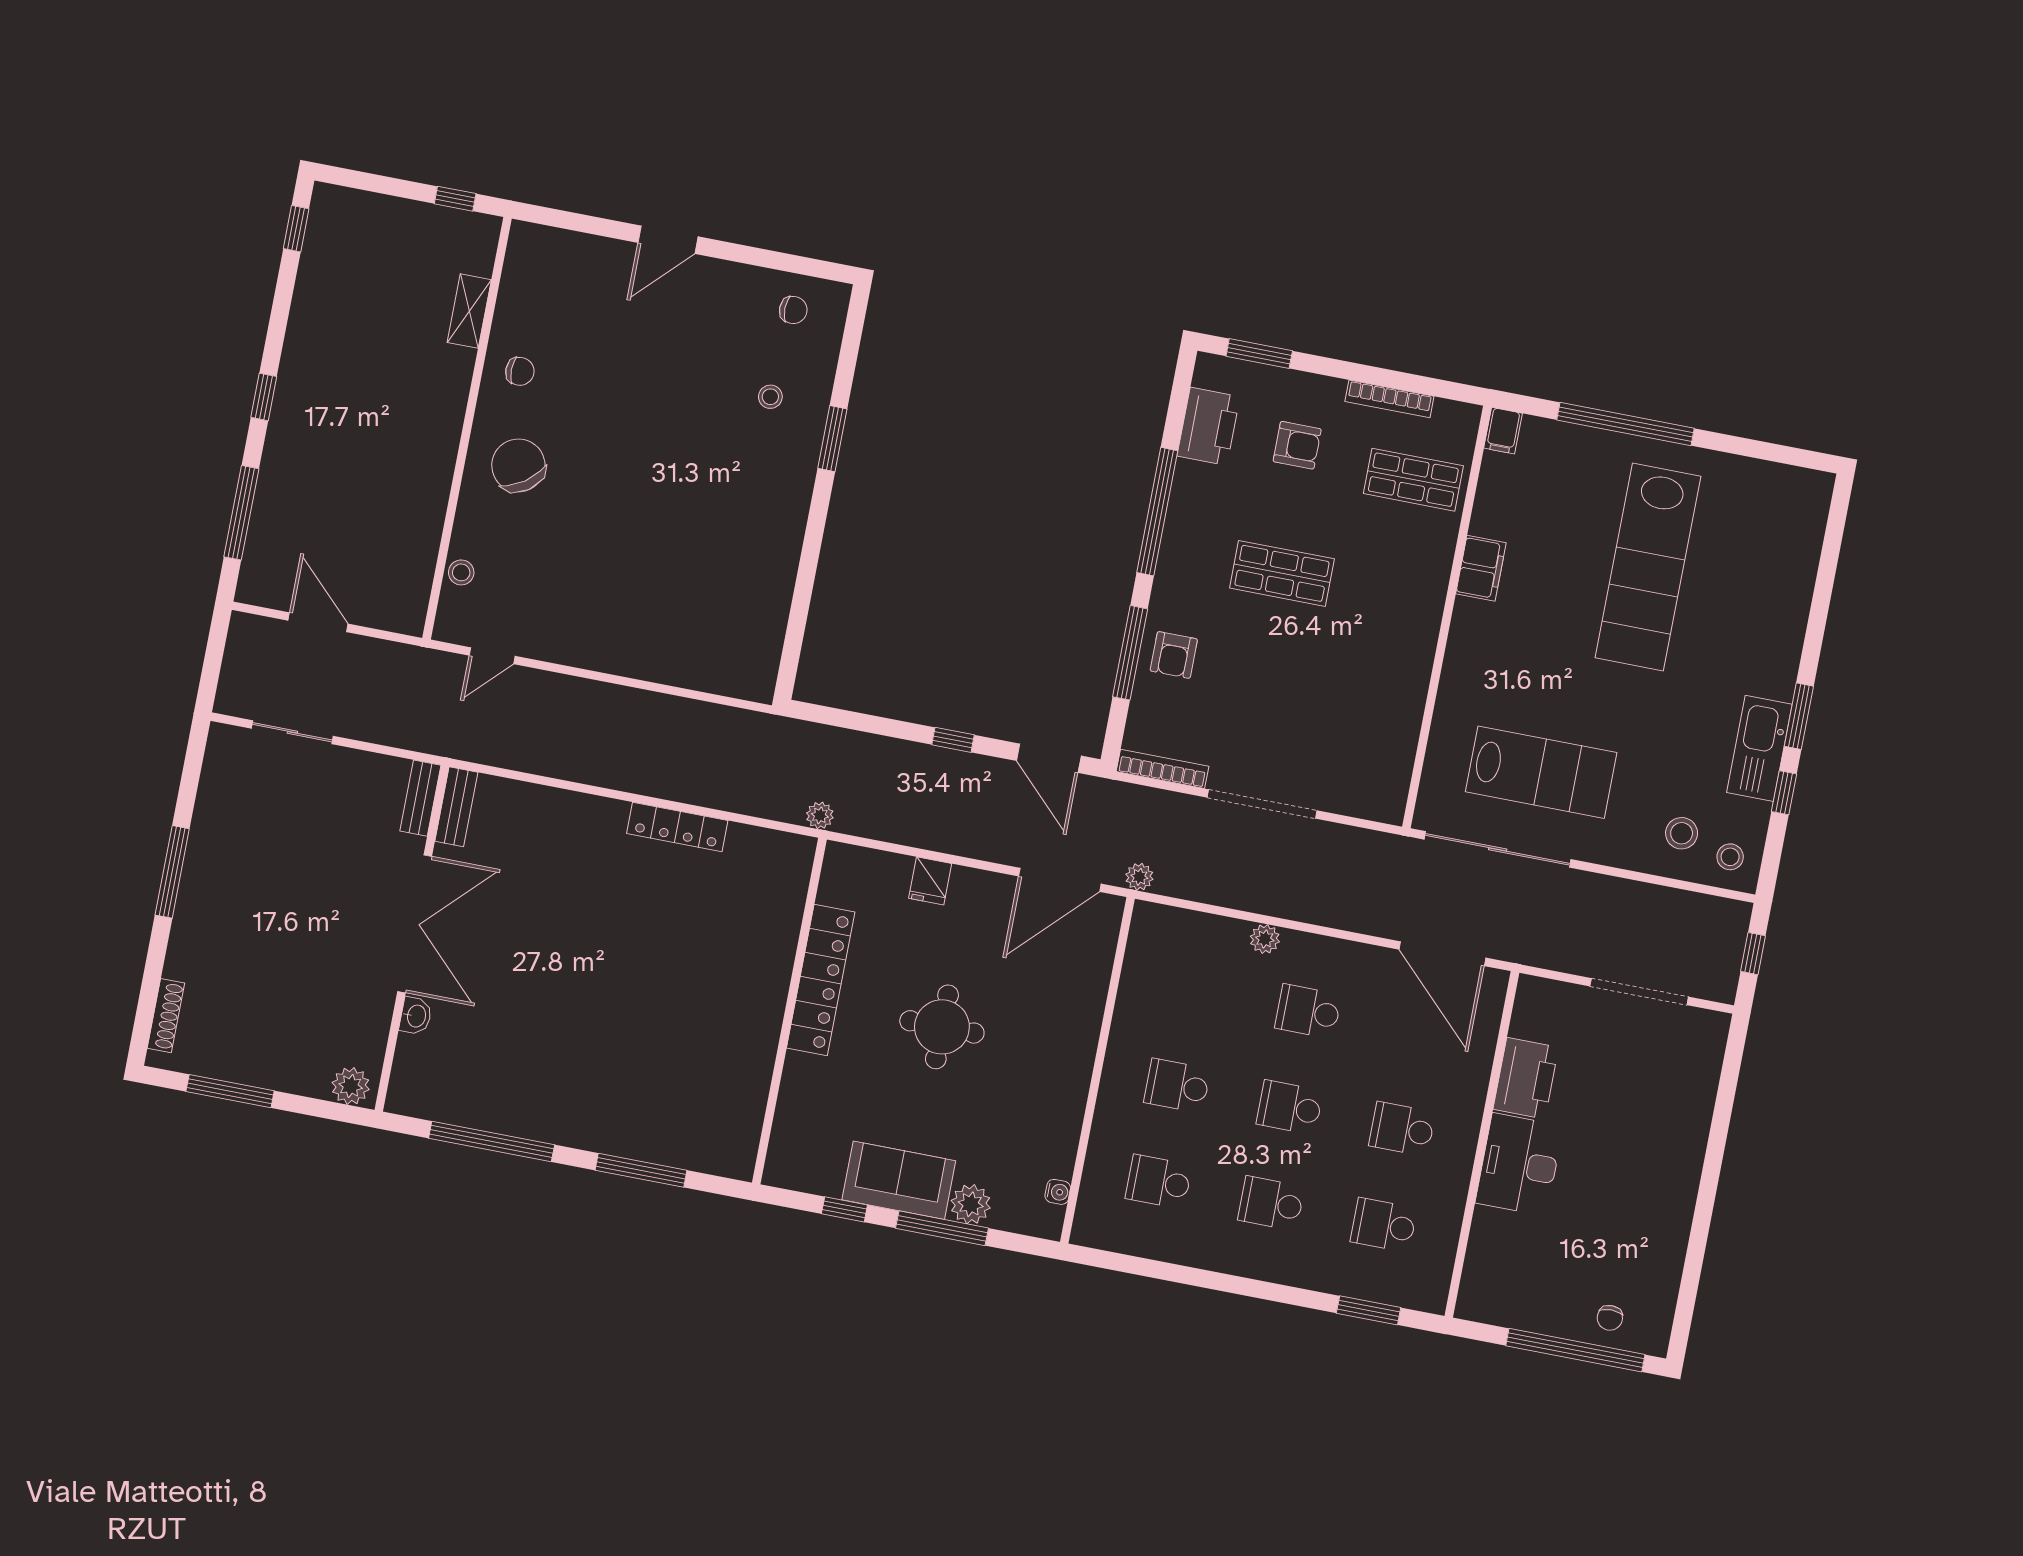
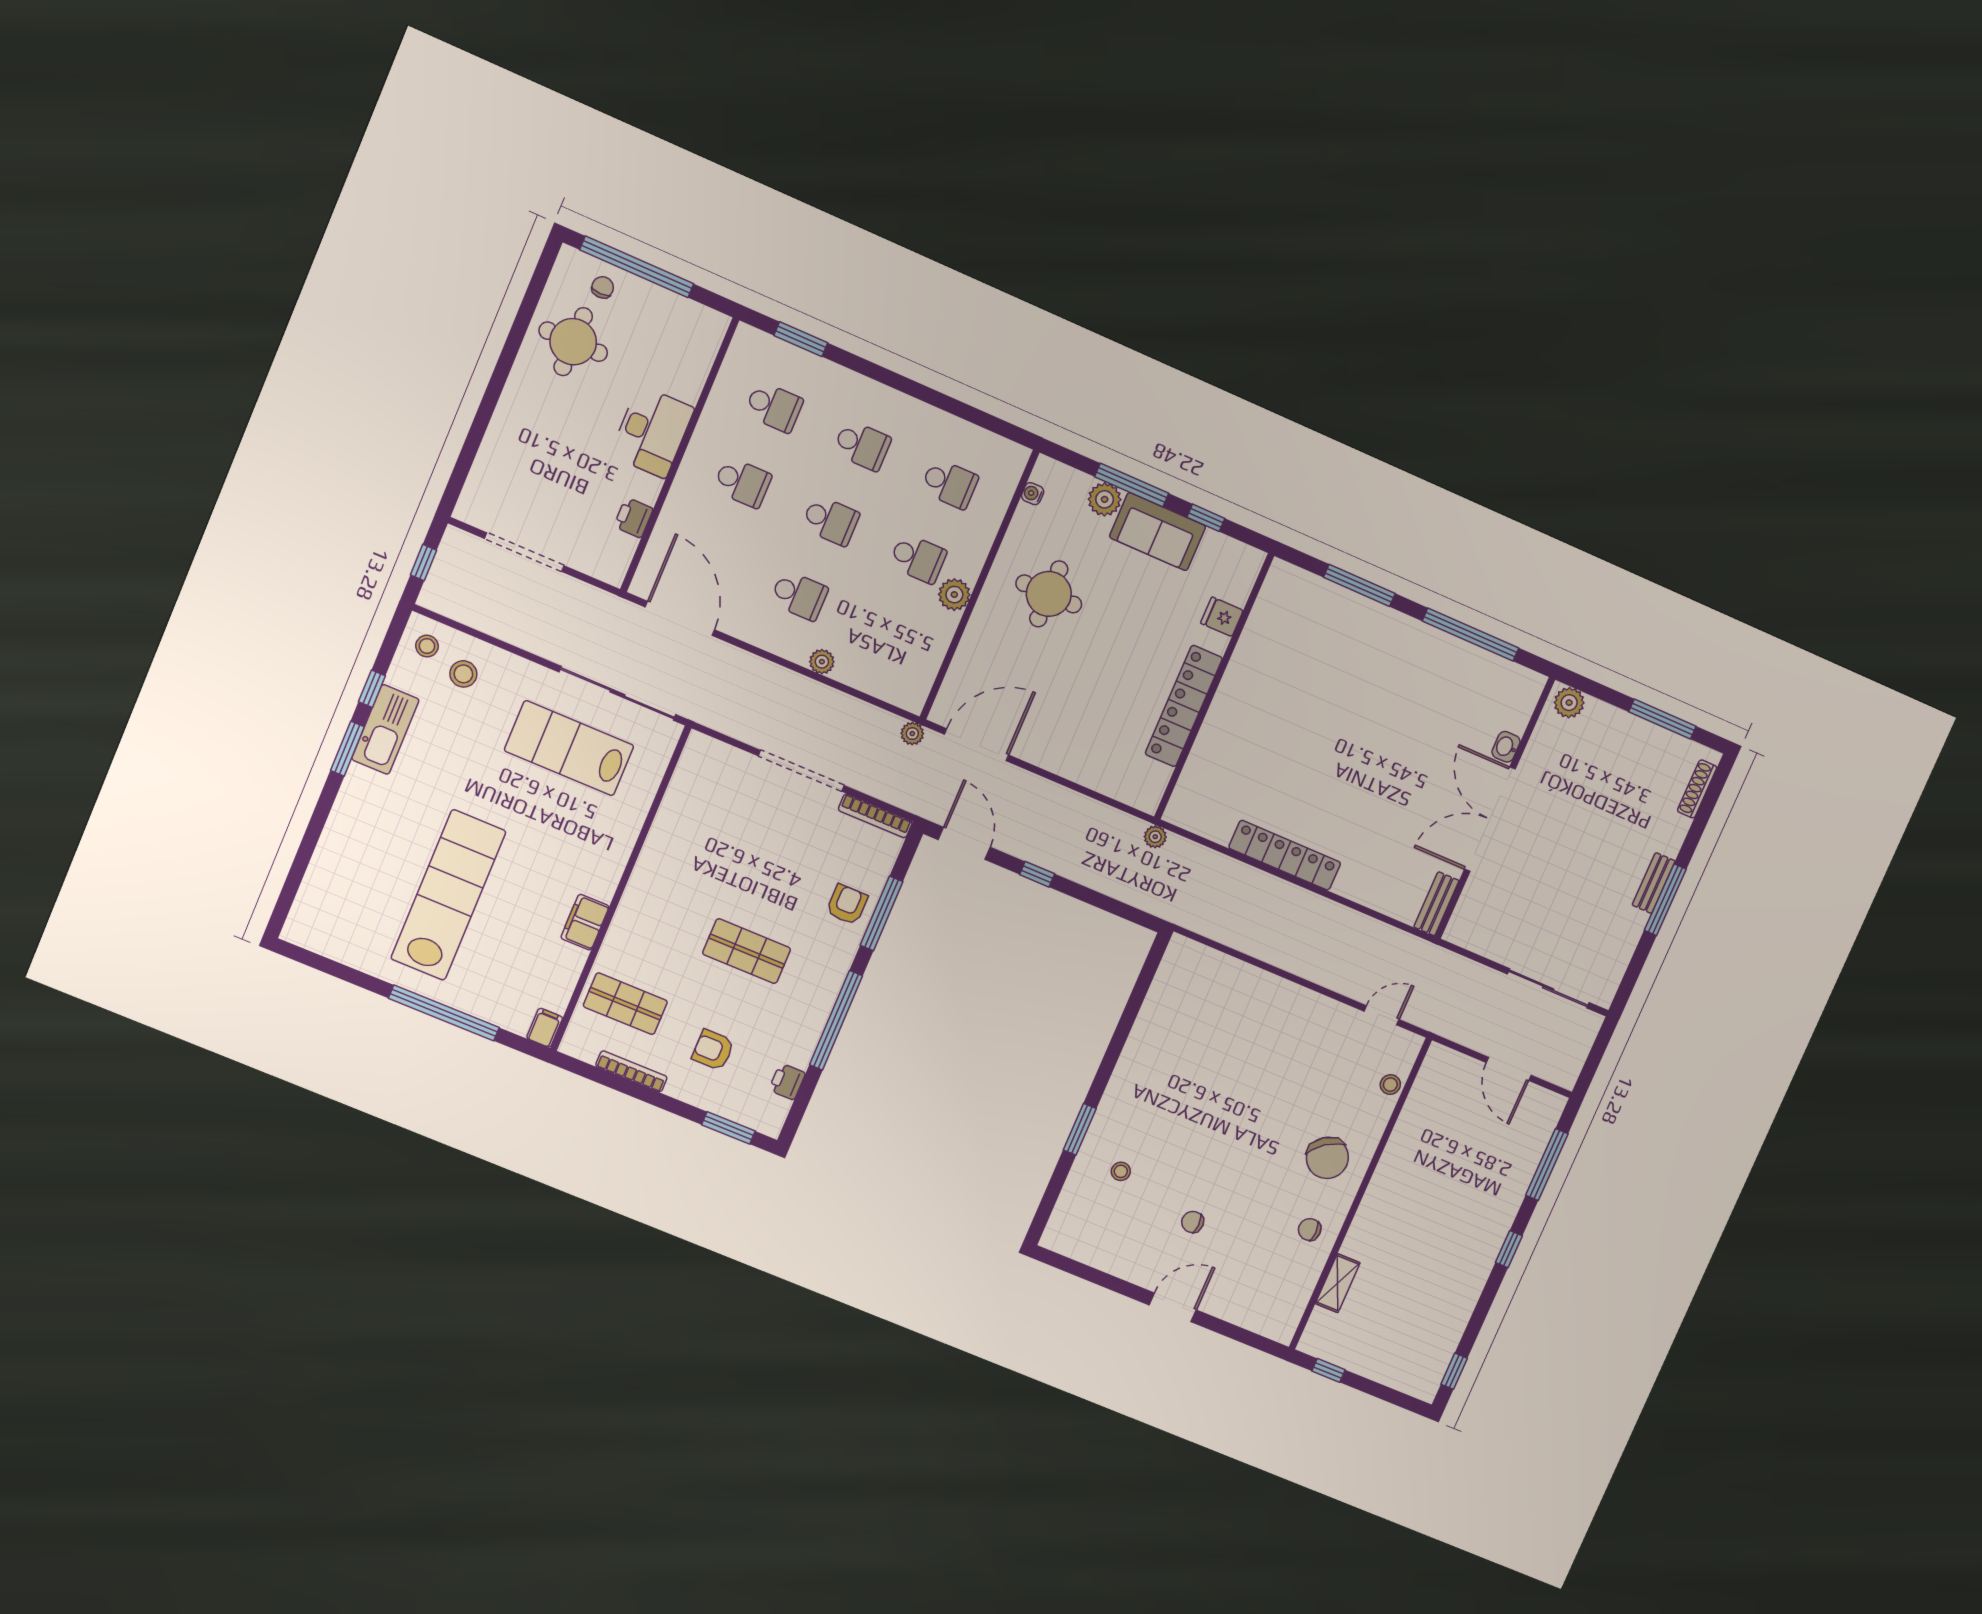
chair: (793, 310) -> (1193, 1222), moved
printer: (1209, 426) -> (787, 1082), width x0.53, depth x0.68
sliding door: (292, 732) -> (1548, 988), width x1.37
bench: (420, 798) -> (1654, 883), moved
locker: (677, 827) -> (1285, 855), width x1.41, depth x1.21
fridge: (930, 881) -> (1222, 617), moved, turned -90
round table: (942, 1027) -> (1049, 594), moved
plant: (1125, 1053) -> (954, 595), added
printer: (1526, 1078) -> (633, 518), width x0.53, depth x0.68
round table: (1631, 1248) -> (573, 342), added

